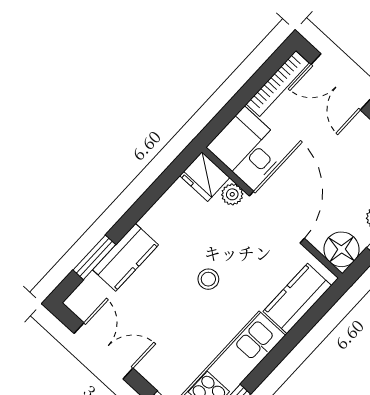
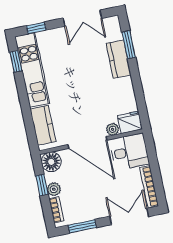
stool: (208, 279) -> (81, 90), removed

